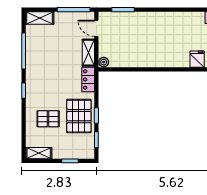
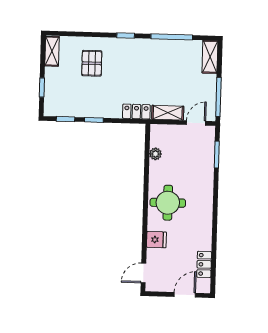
round table: (165, 50) -> (168, 203), added
plant: (104, 62) -> (155, 154), moved
pallet: (79, 116) -> (94, 99), removed

